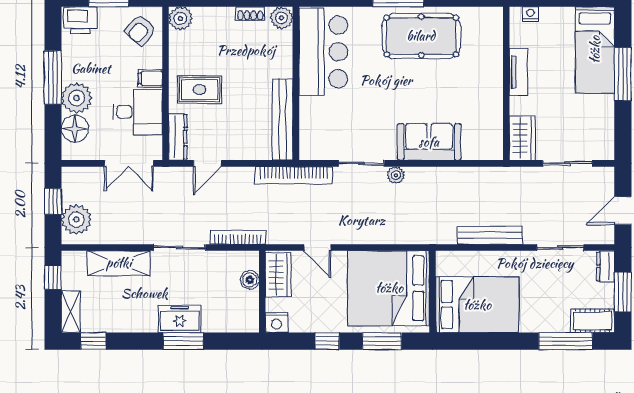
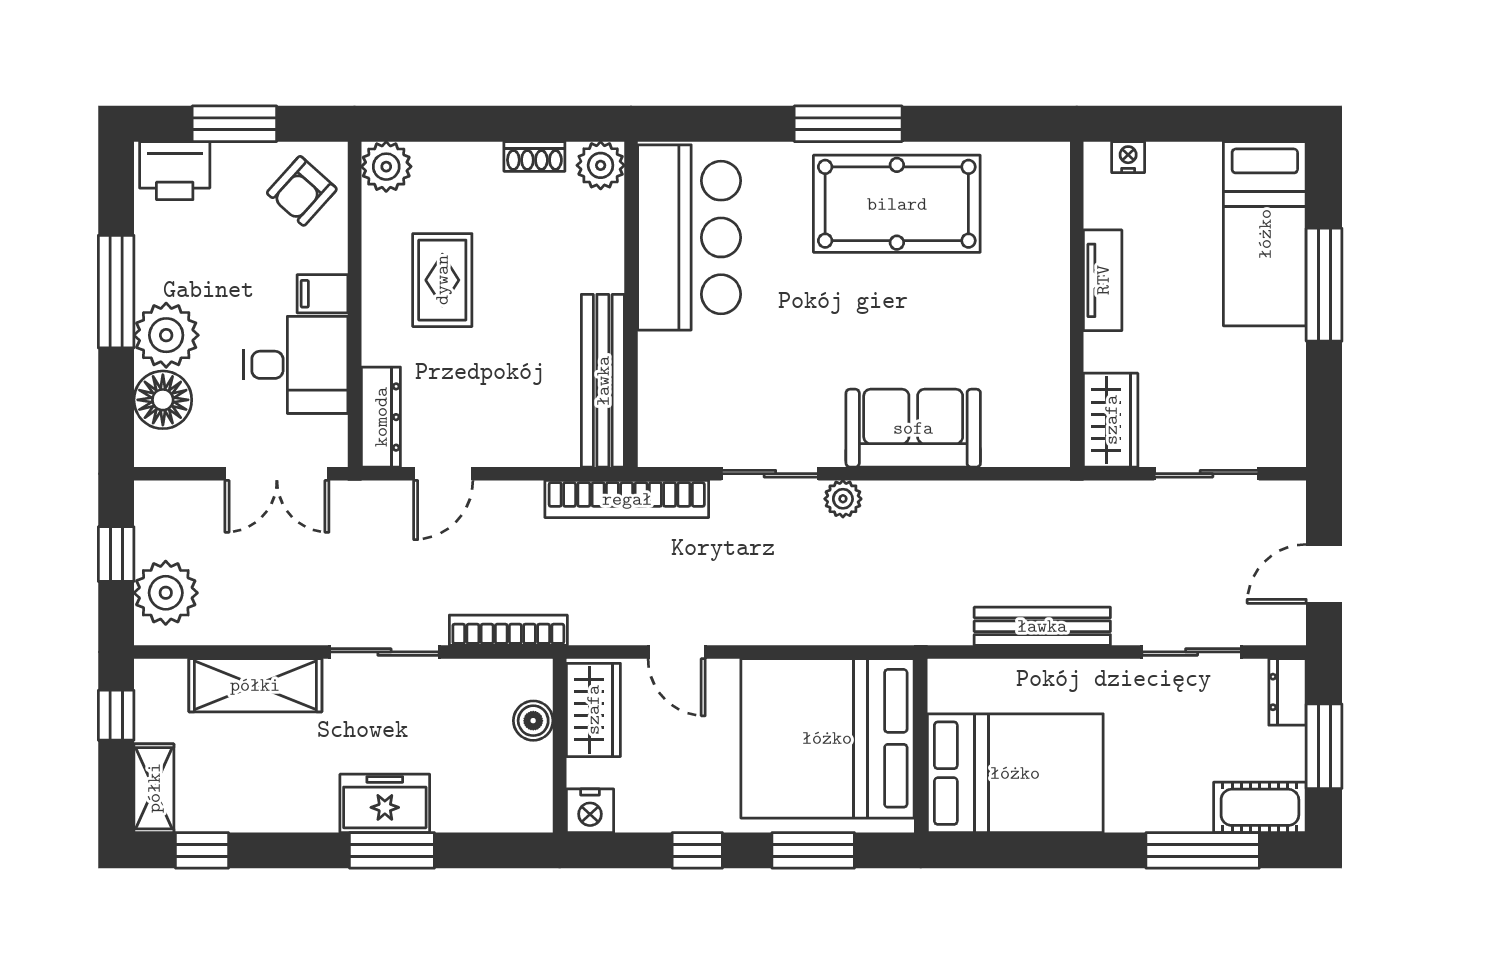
rug: (200, 90) -> (442, 280), moved, turned 90

